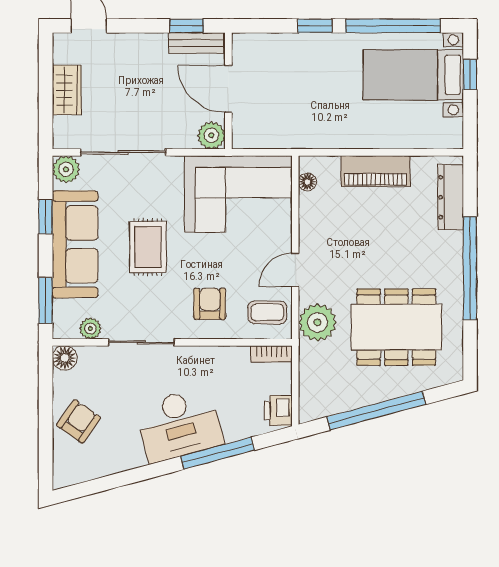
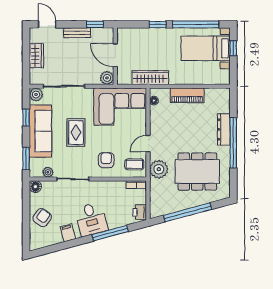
bench: (196, 43) -> (77, 33), moved
wardrobe: (300, 135) -> (150, 78), added
dresser: (451, 197) -> (224, 129), moved
desk: (179, 425) -> (91, 219), width x0.73
filing cabinet: (131, 453) -> (68, 233), added

